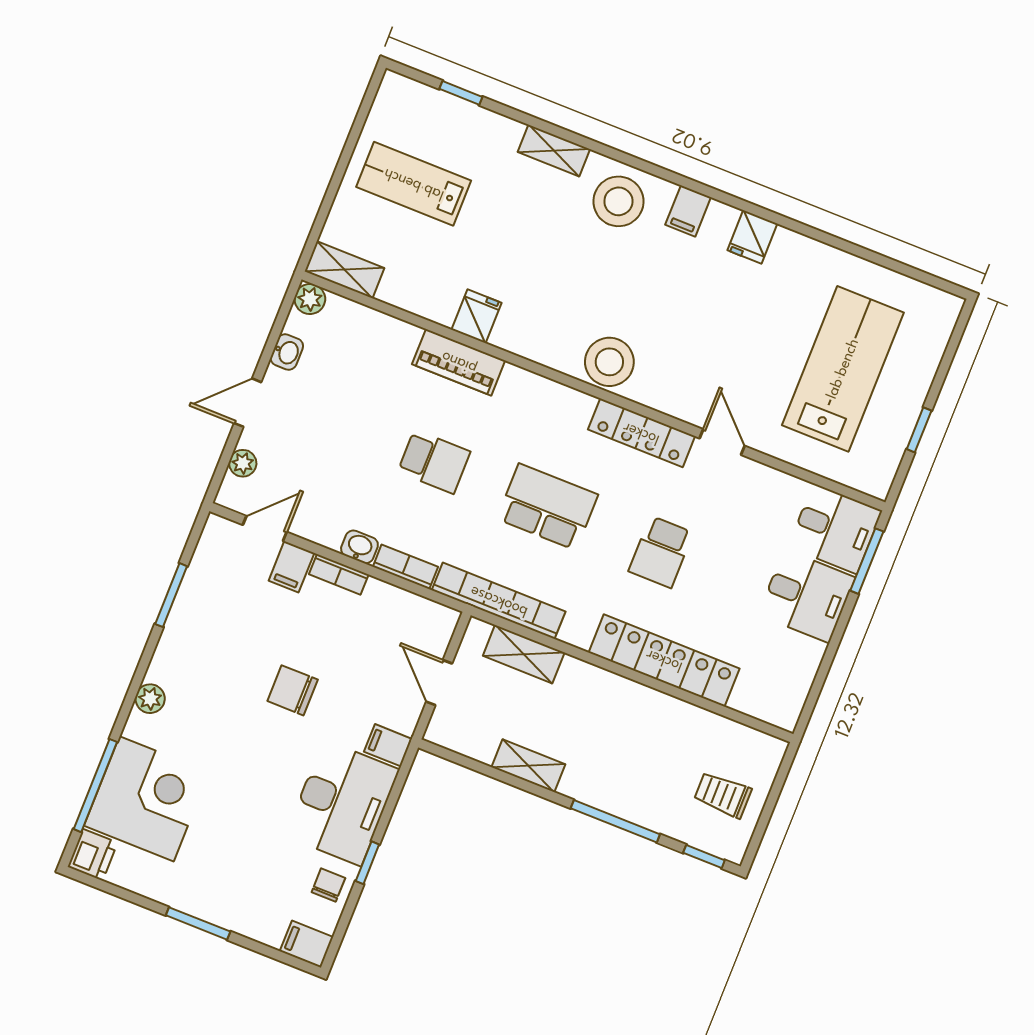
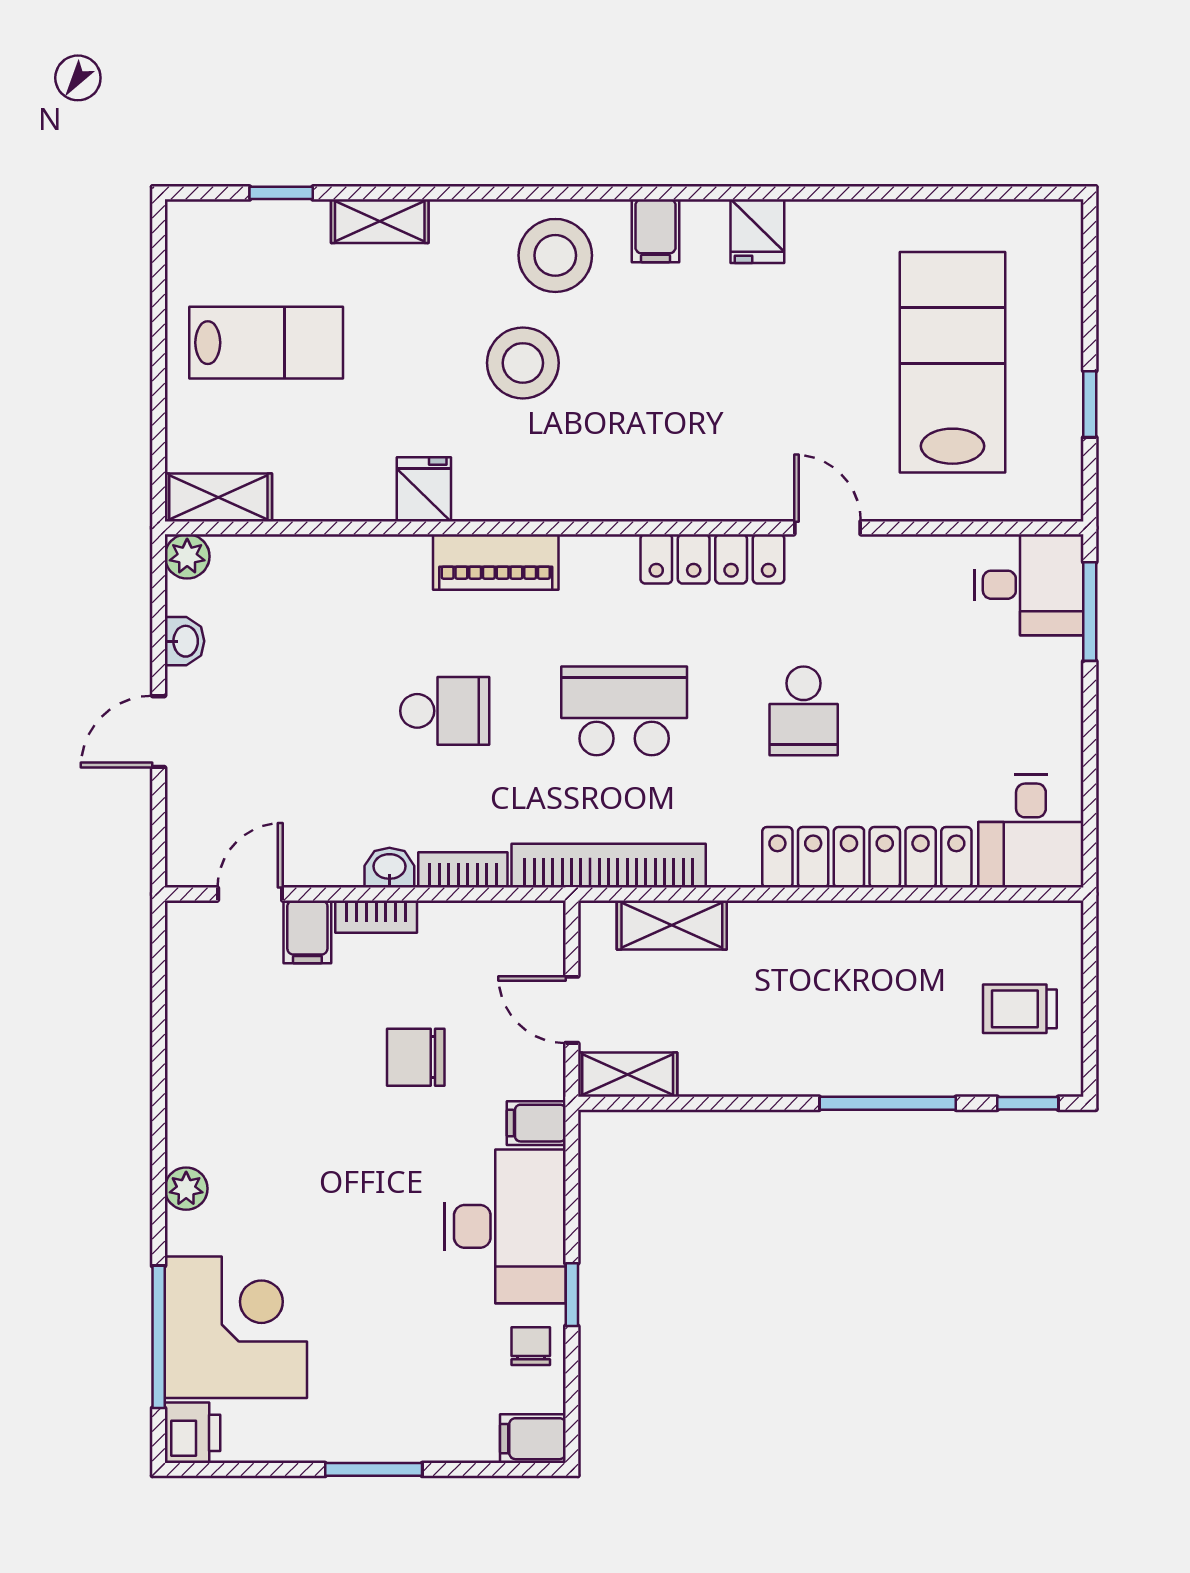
shelving: (554, 151) -> (380, 221), moved
lab bench: (414, 184) -> (266, 343), turned 180
piano: (459, 362) -> (496, 562), moved
stool: (609, 362) -> (523, 363), moved
plant: (243, 463) -> (185, 817), removed
window: (171, 595) -> (159, 1036), removed
desk: (807, 596) -> (1031, 831), moved, turned 90
chair: (293, 690) -> (416, 1057), moved
shelving: (528, 766) -> (628, 1075), moved

